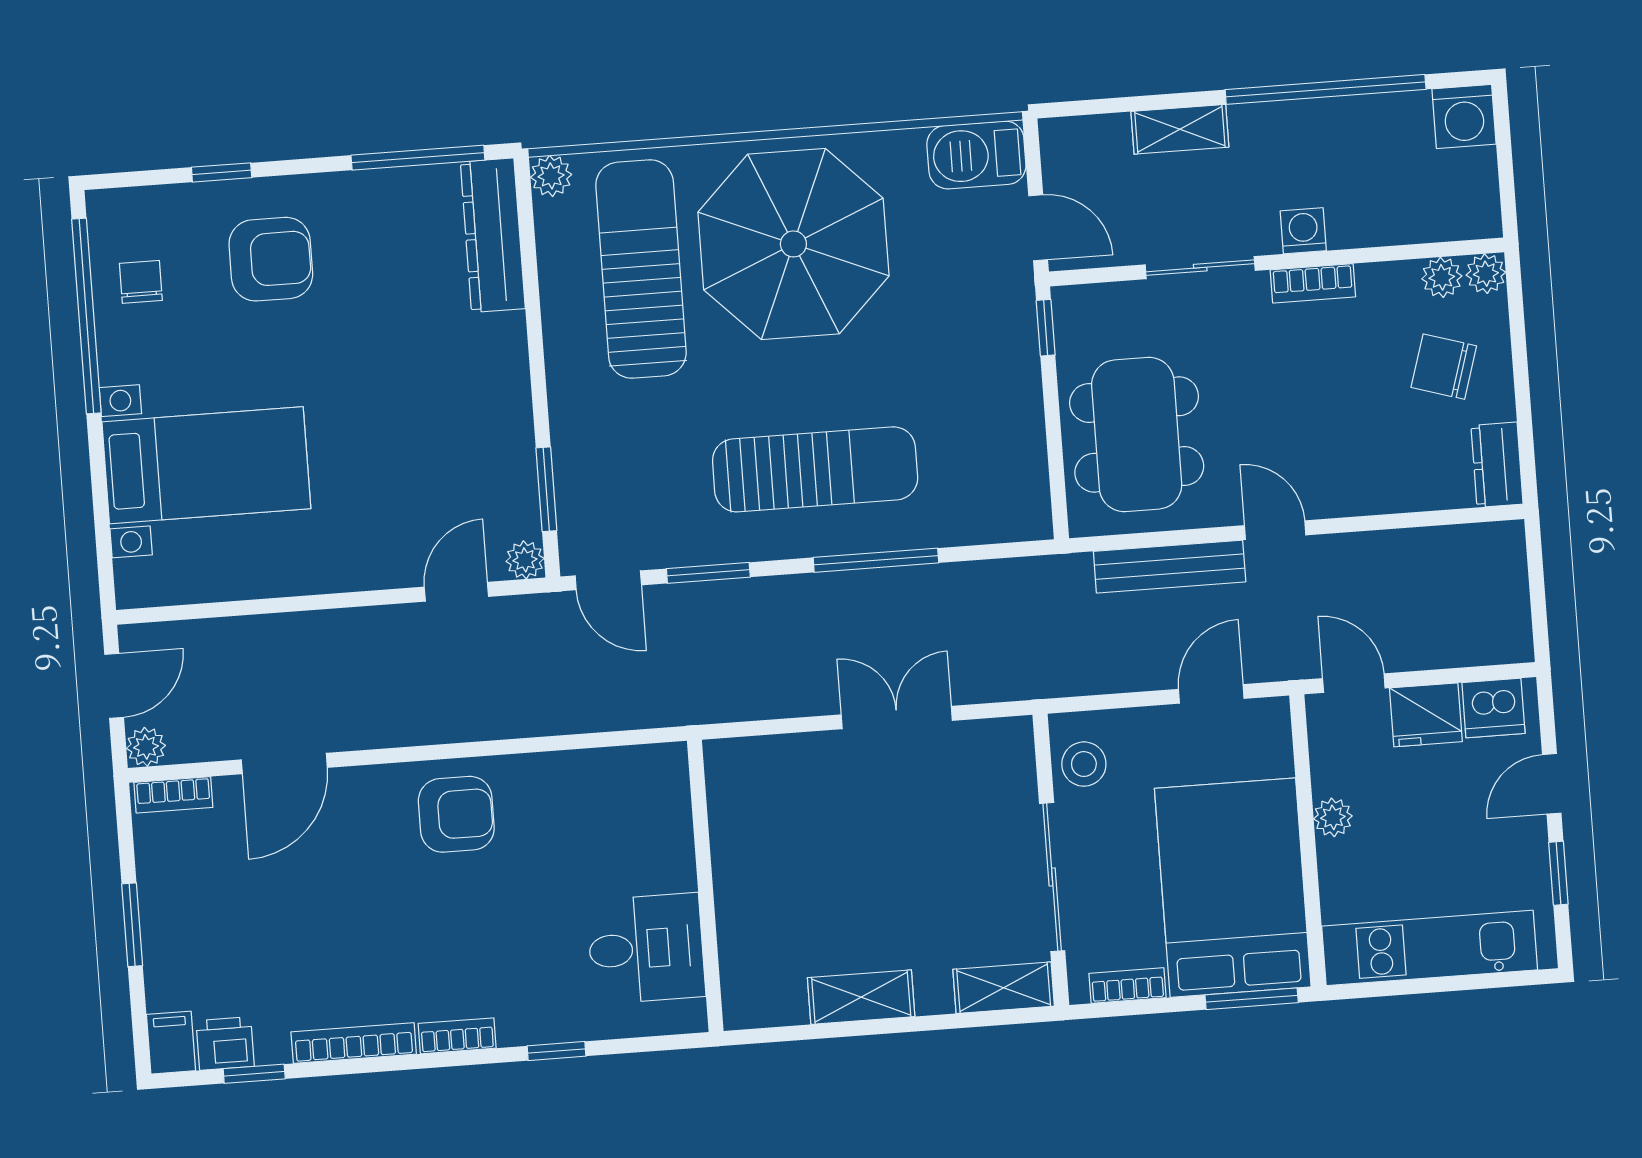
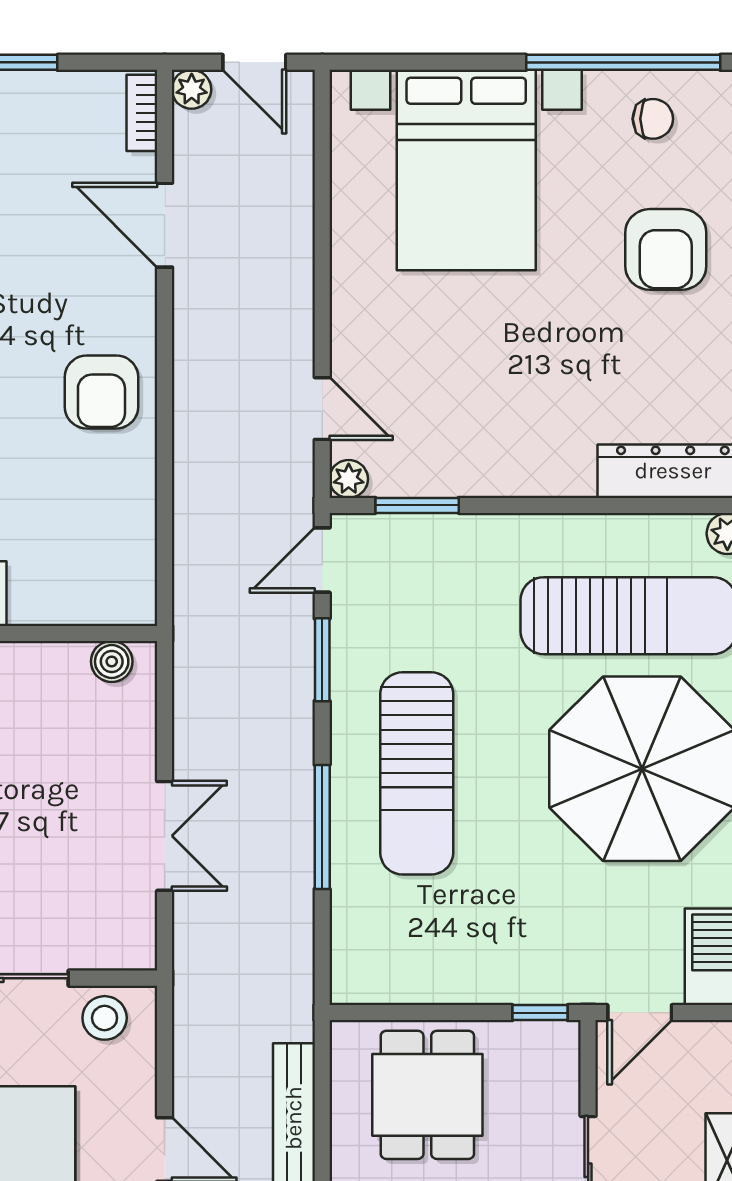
dining table: (1137, 435) -> (427, 1095), width x0.73
bed with nightstands: (206, 465) -> (466, 170), width x1.36
boiler: (726, 784) -> (112, 661), added

